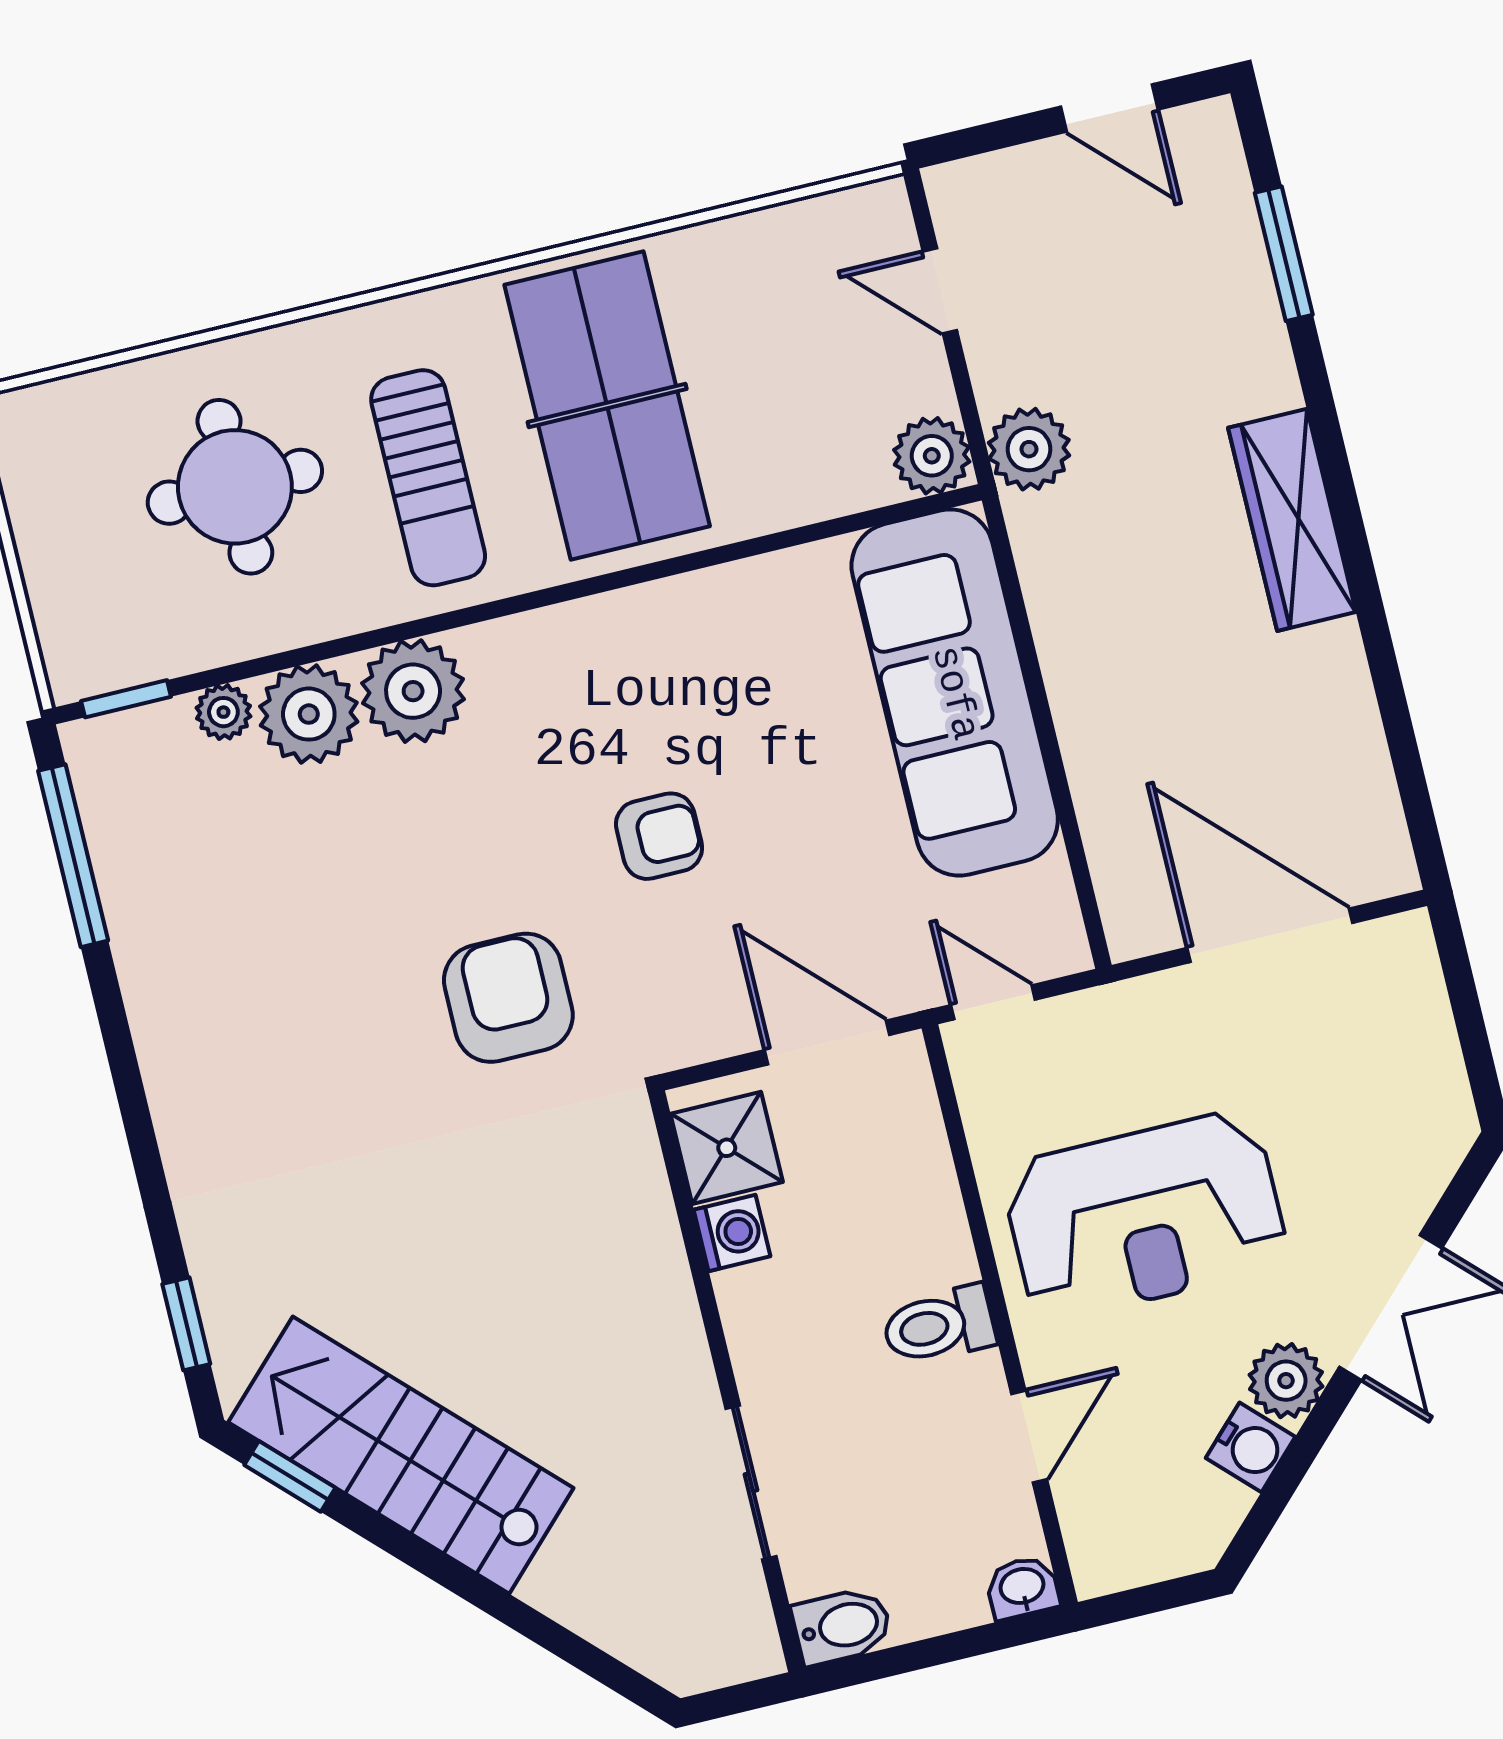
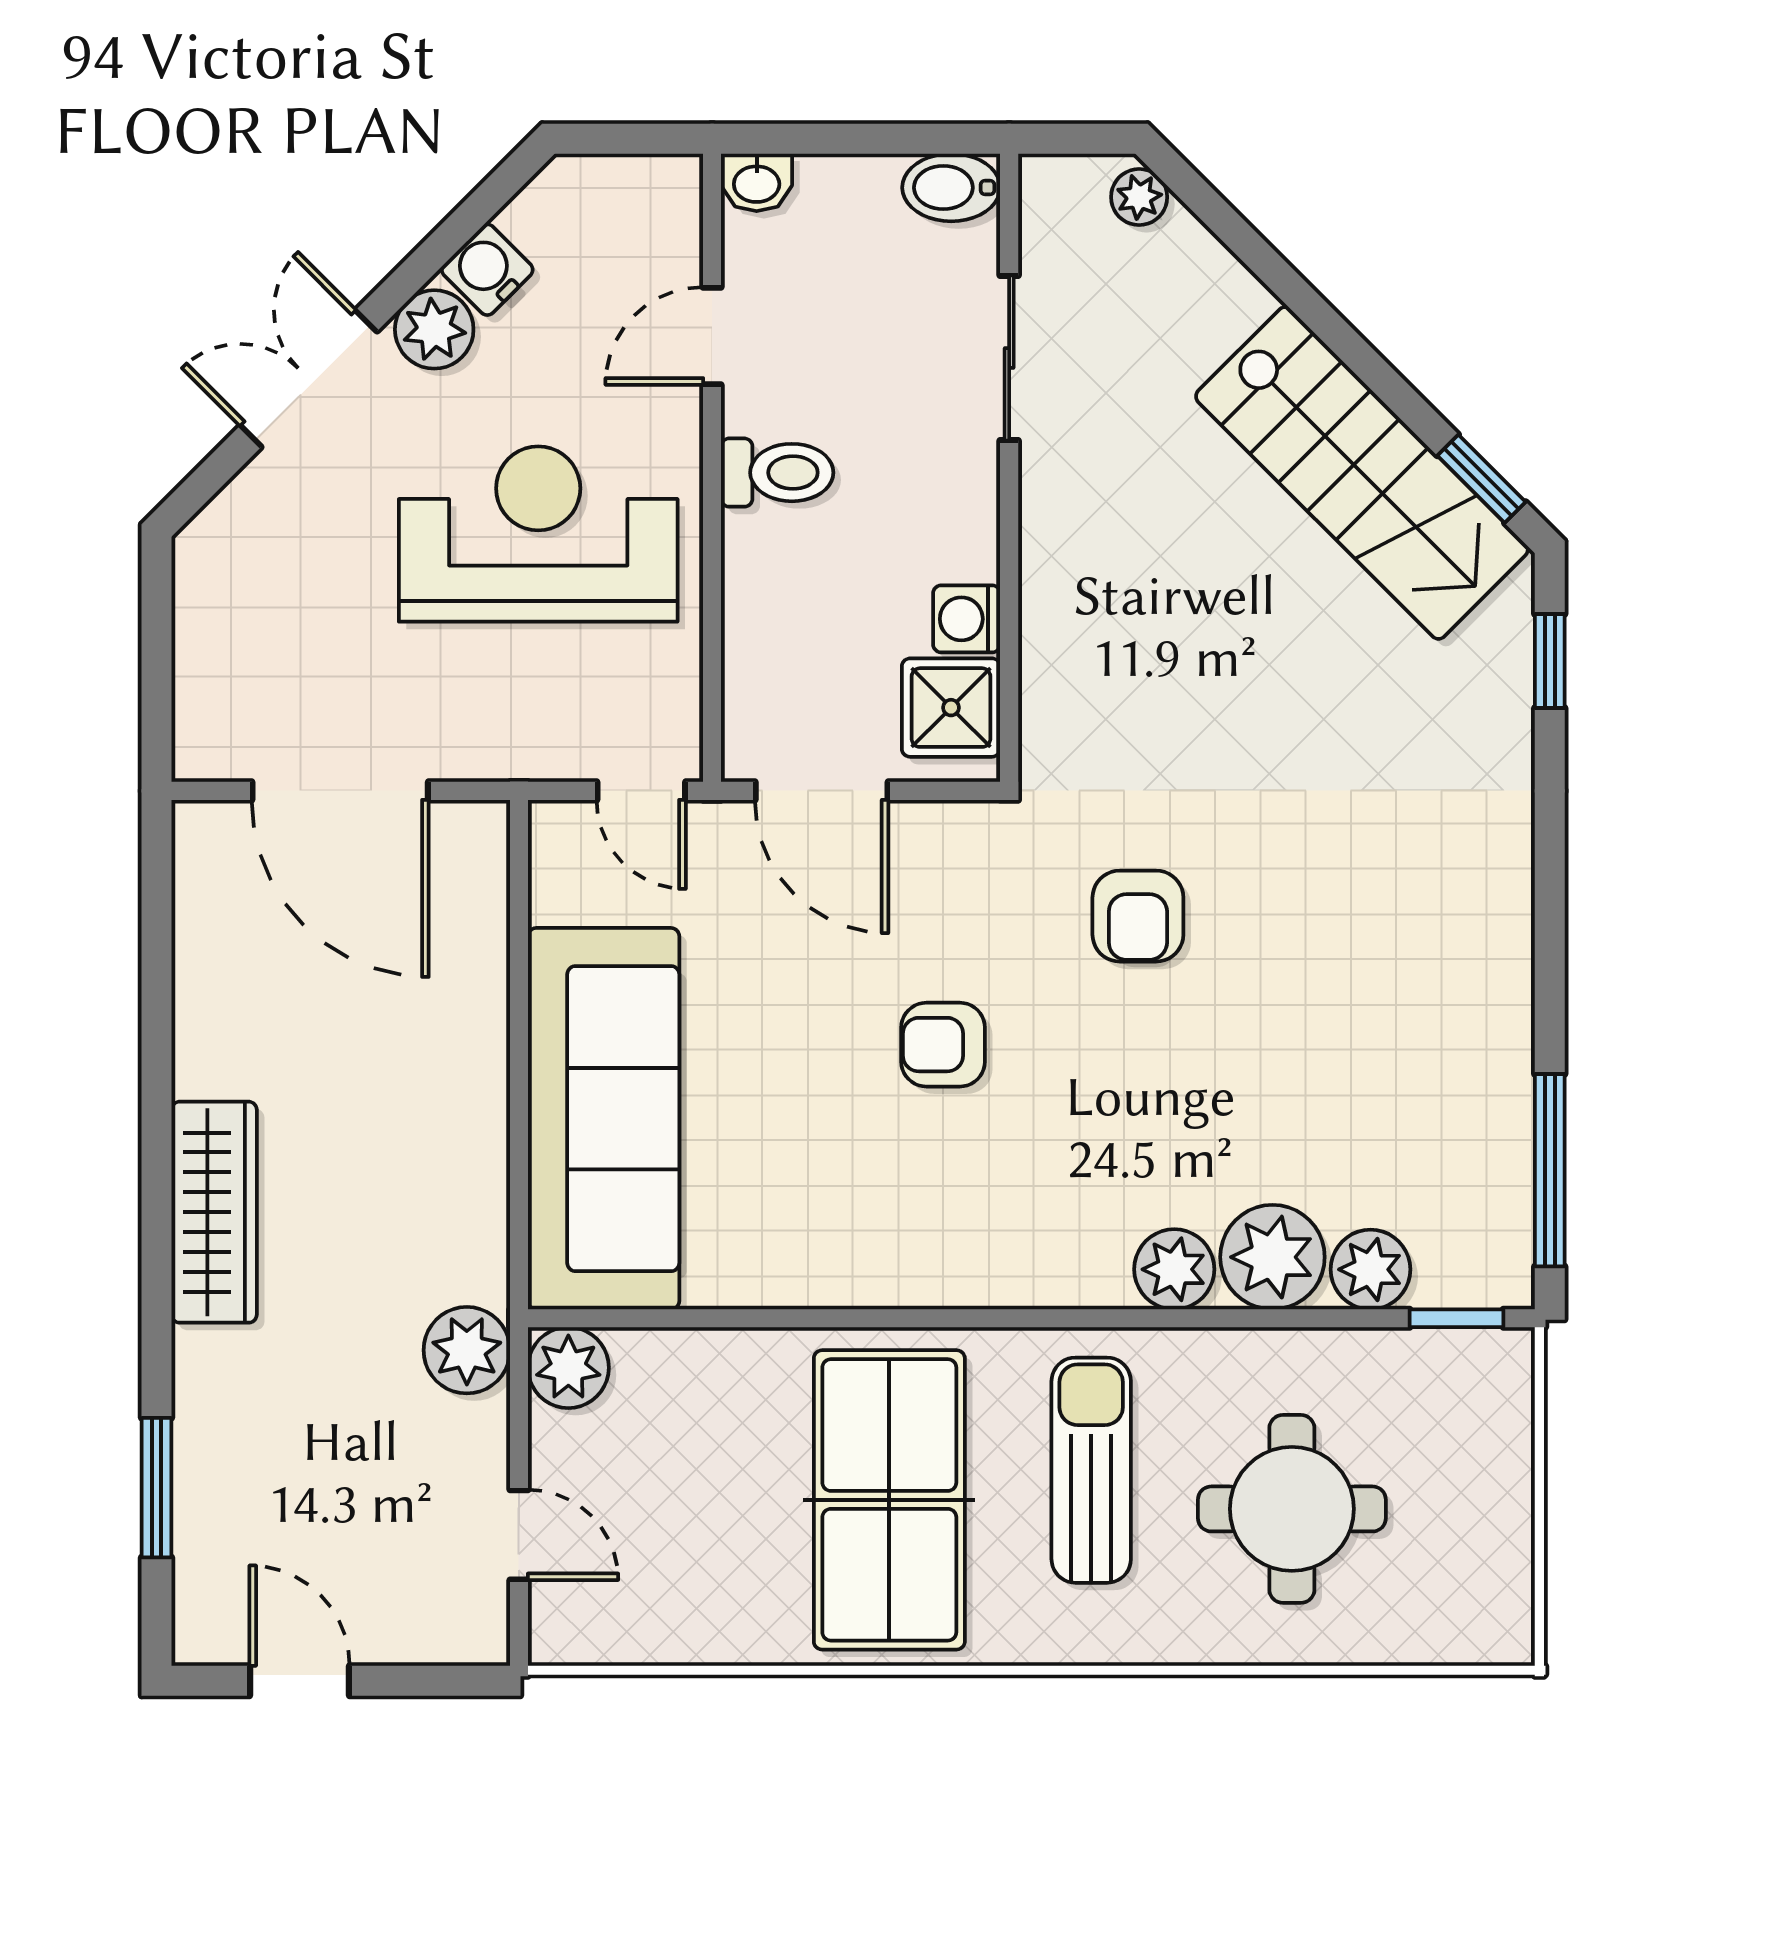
plant: (413, 691) -> (1174, 1269), width x0.73, depth x0.73
plant: (223, 712) -> (1371, 1269), width x1.38, depth x1.38
armchair: (508, 998) -> (1138, 916), width x0.72, depth x0.72
plant: (667, 1659) -> (1139, 197), added

